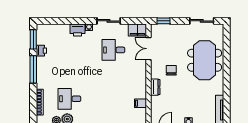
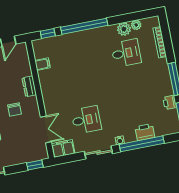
window: (71, 21) -> (142, 144), added
printer: (77, 30) -> (145, 132), moved

